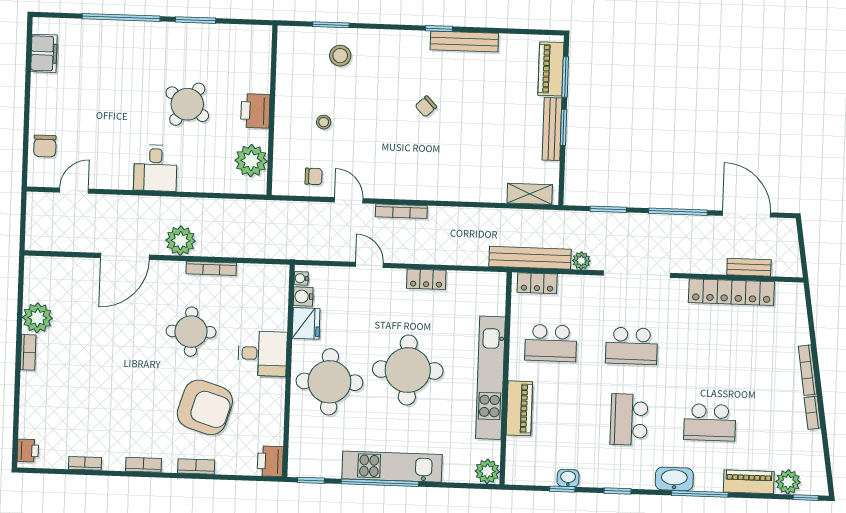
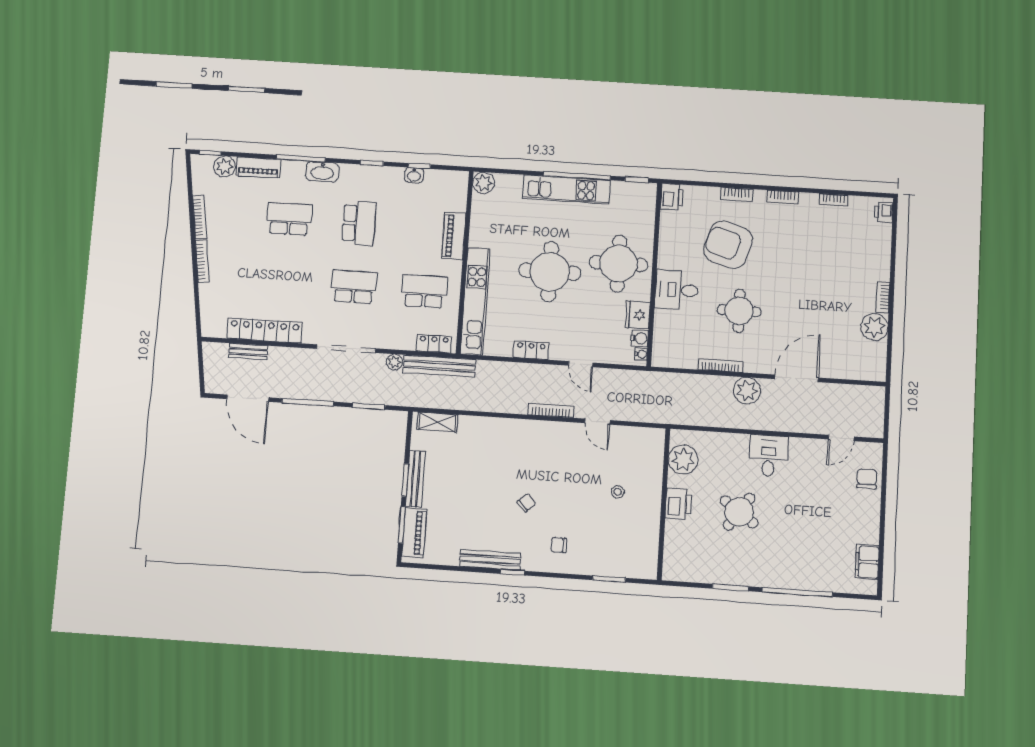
stool: (340, 56) -> (601, 551), removed
chair: (314, 176) -> (559, 545), moved
kitchen unit: (490, 378) -> (475, 301), moved
bookcase: (813, 413) -> (200, 217), width x1.56

